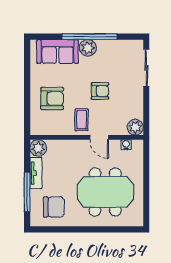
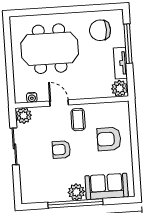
sliding door: (146, 68) -> (15, 146), moved

